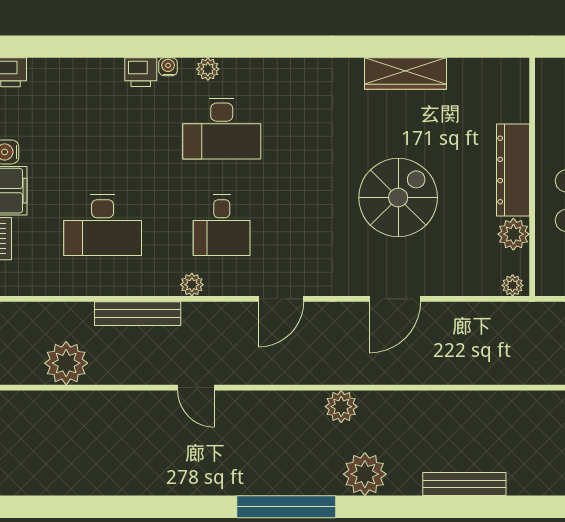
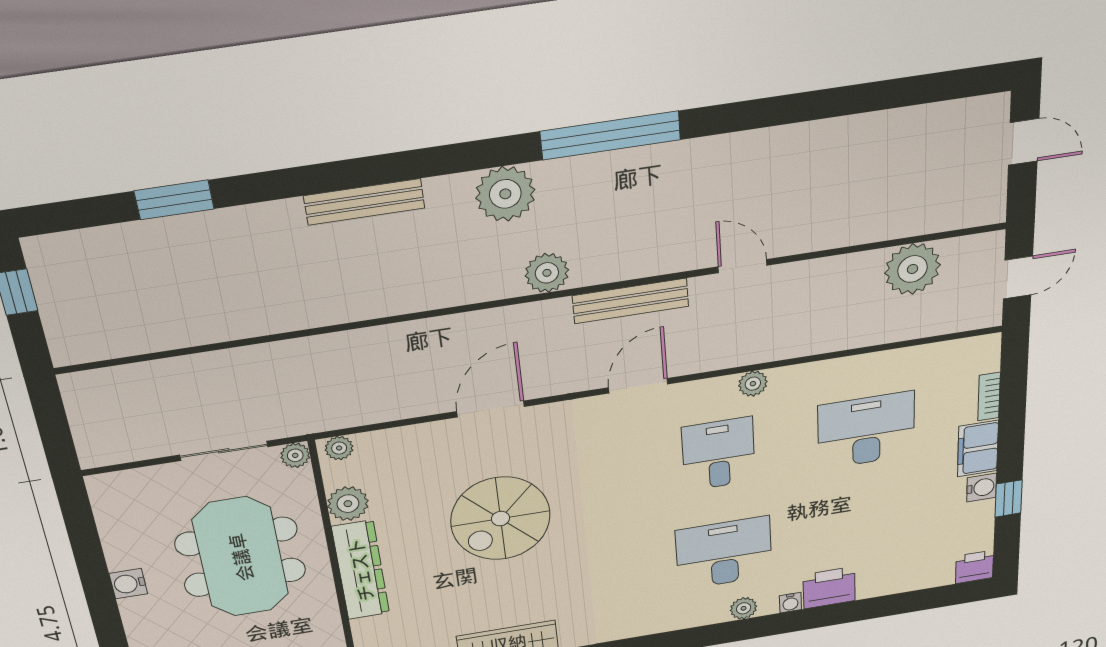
printer: (141, 72) -> (829, 588), width x1.36, depth x1.24
plant: (546, 285) -> (295, 455), added
bench: (138, 314) -> (631, 301), moved

